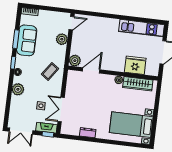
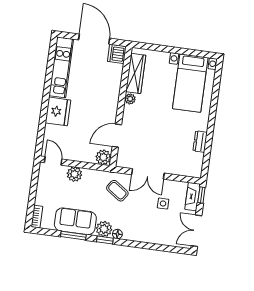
fridge: (135, 65) -> (58, 111), moved, turned 180
dishwasher: (152, 69) -> (117, 54), added
door: (91, 70) -> (117, 136), hinge flipped
plant: (18, 89) -> (104, 229), moved
double door: (61, 110) -> (148, 174), moved
double door: (21, 131) -> (197, 231), swing flipped

